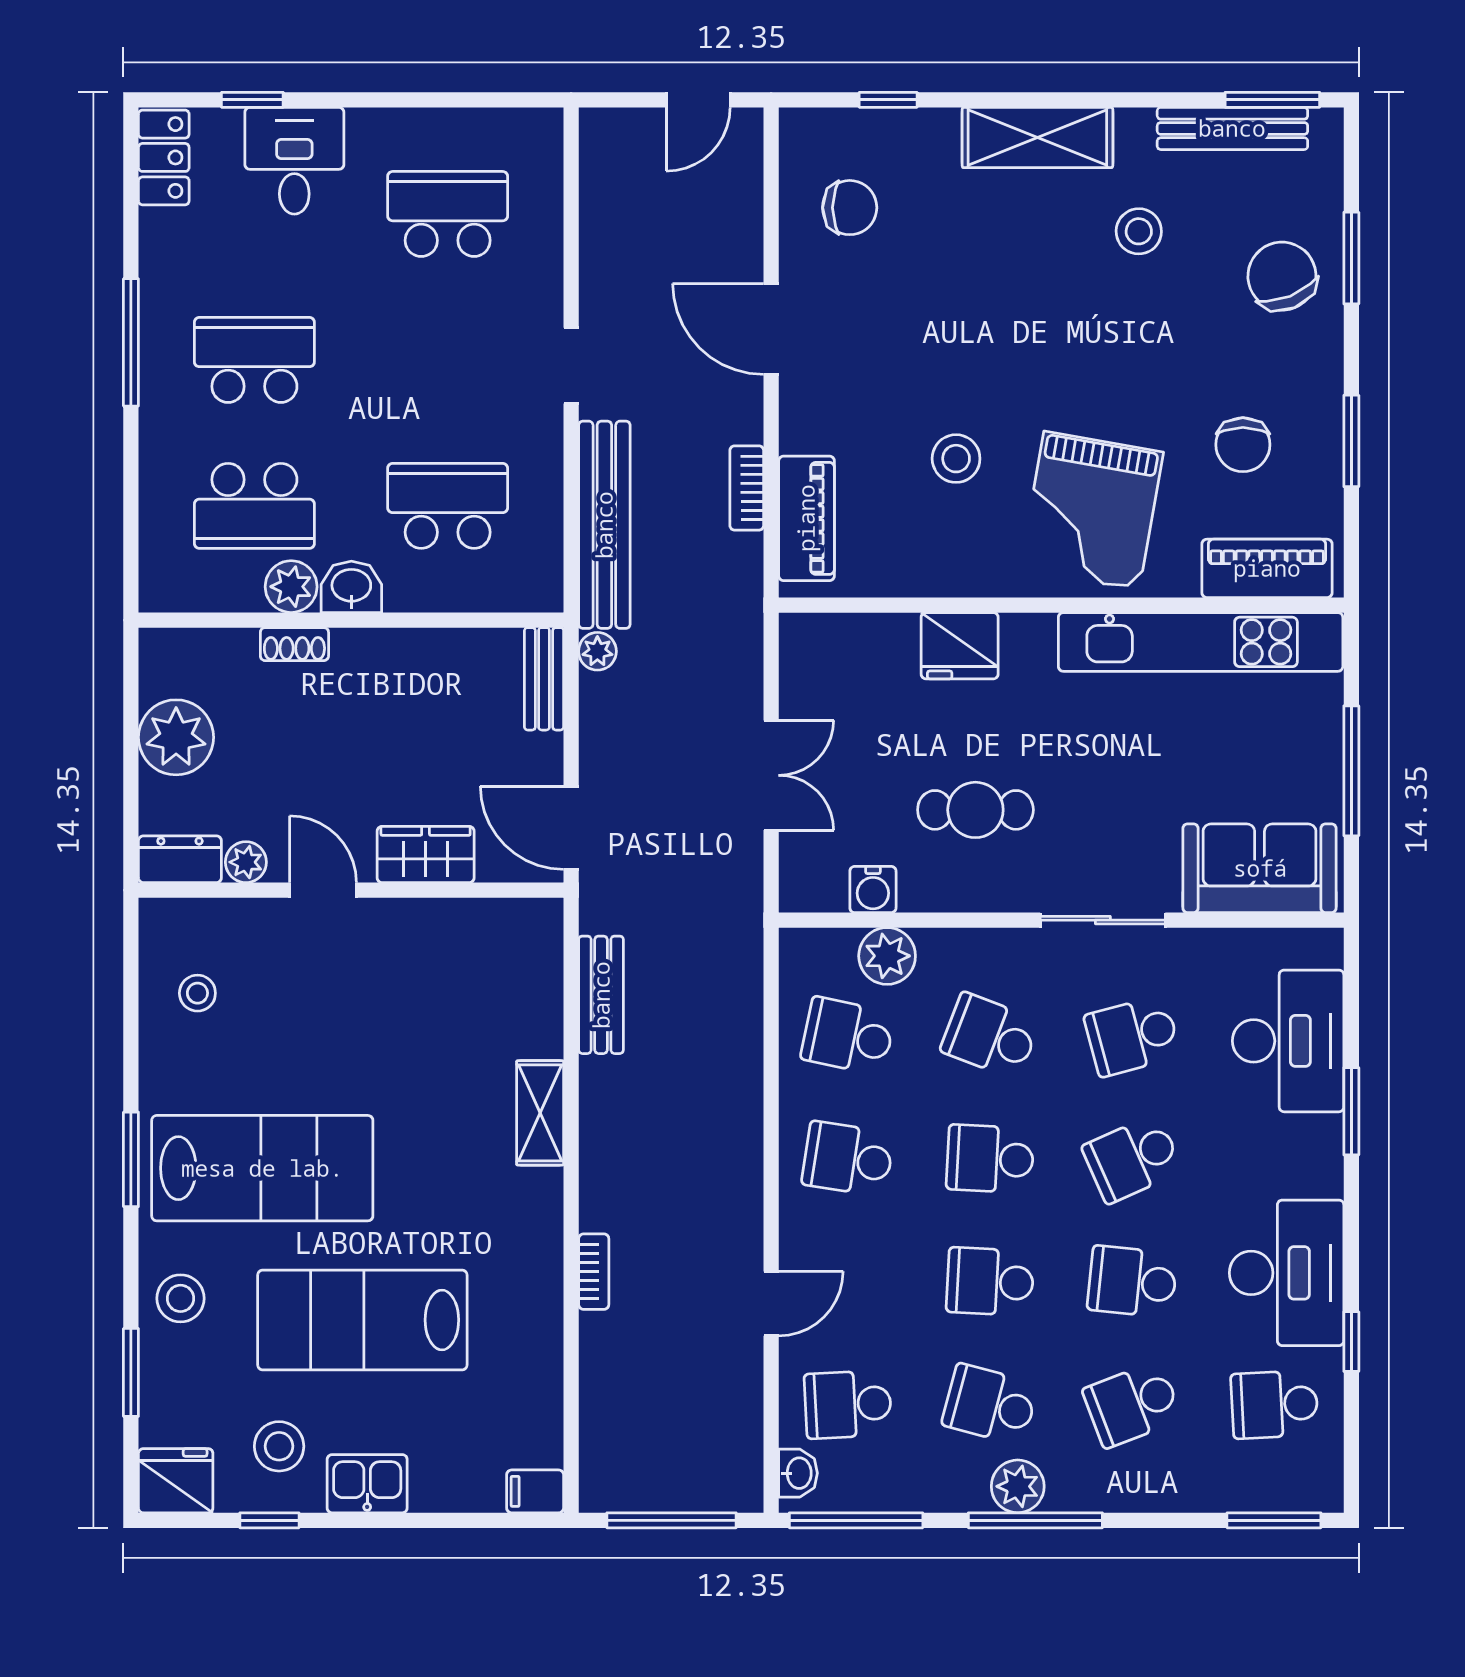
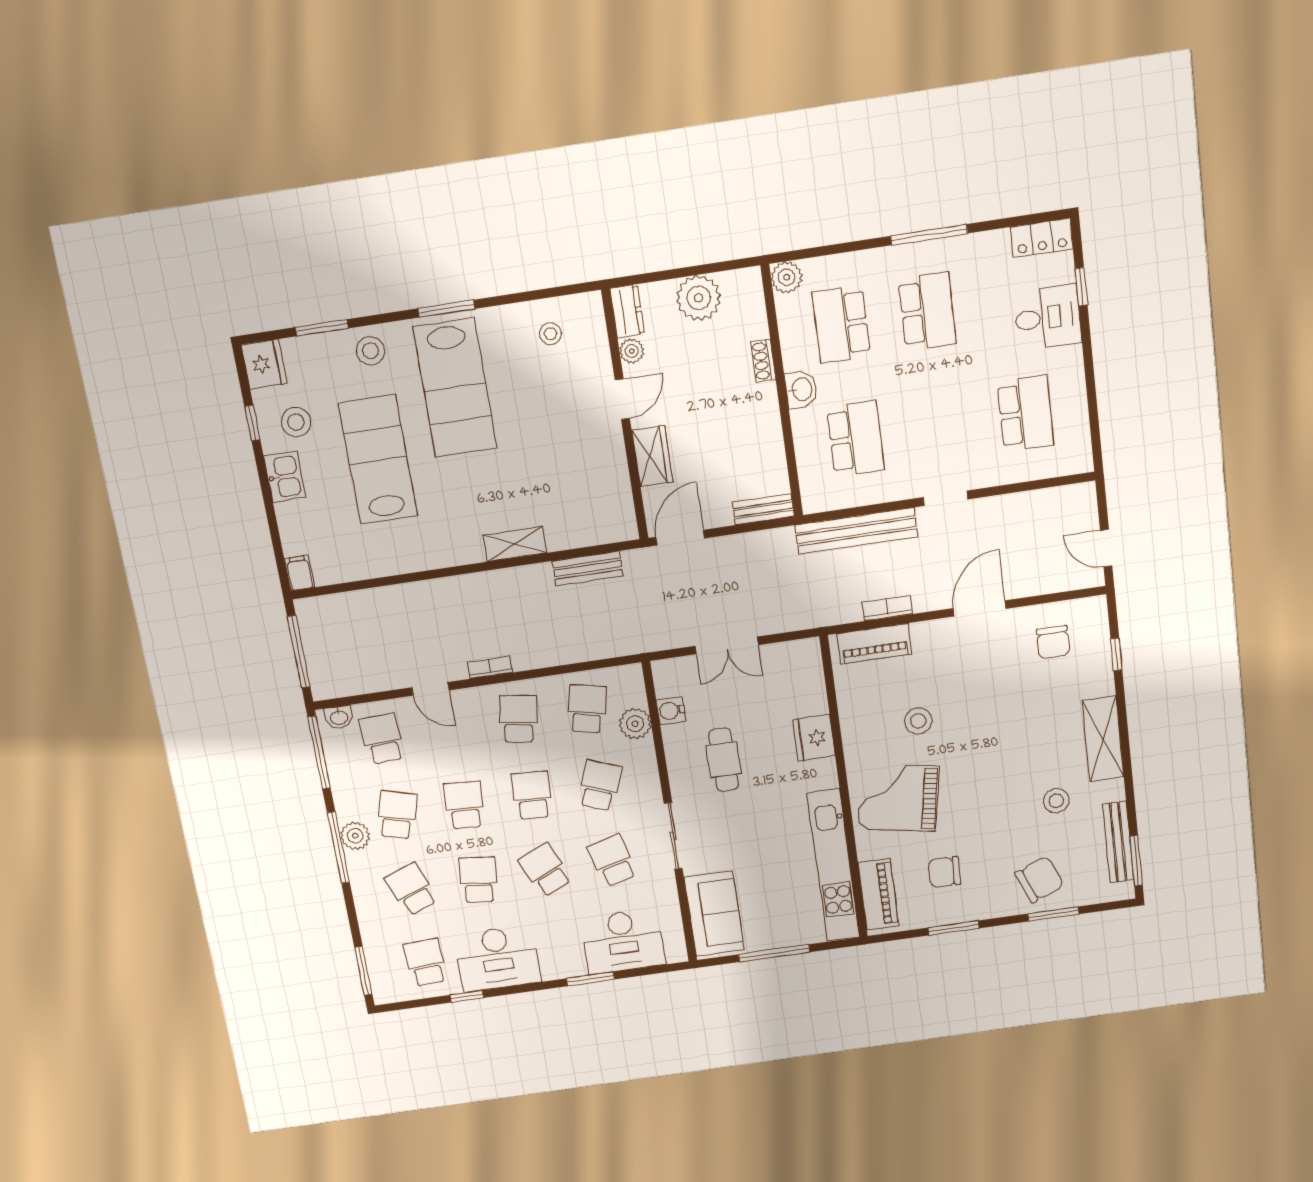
plant: (291, 587) -> (787, 277), moved
plant: (597, 651) -> (783, 538), removed
bookcase: (594, 1272) -> (490, 667), moved, turned 180

